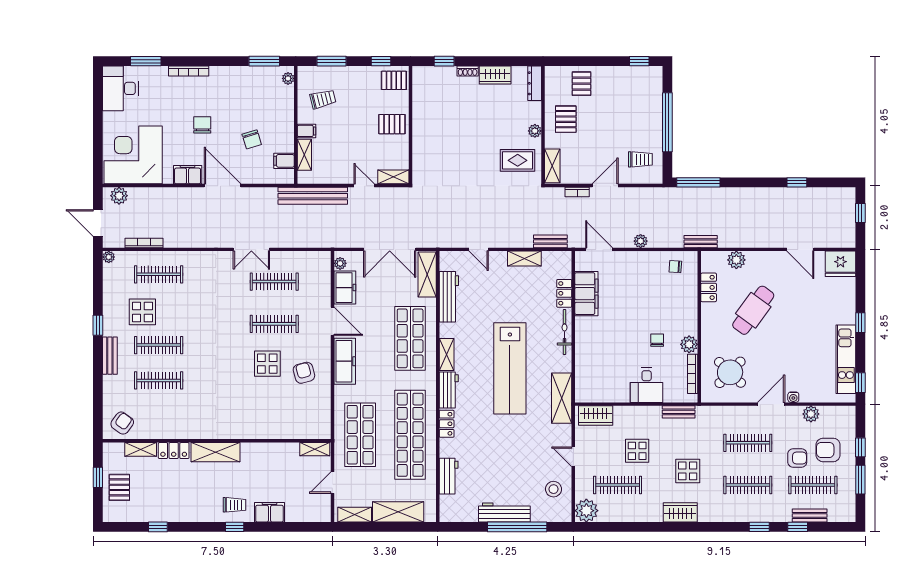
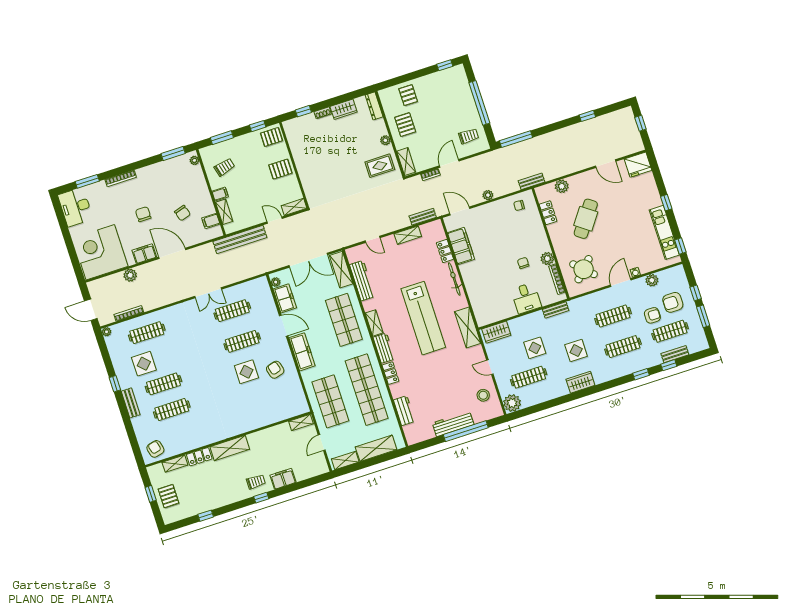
plant: (119, 196) -> (130, 275), moved
armchair: (122, 423) -> (155, 449), turned -50

